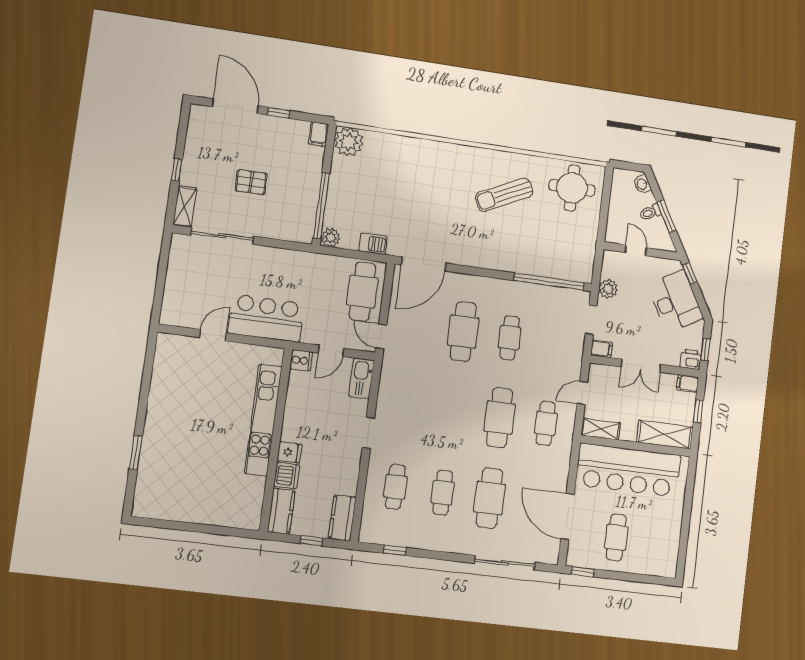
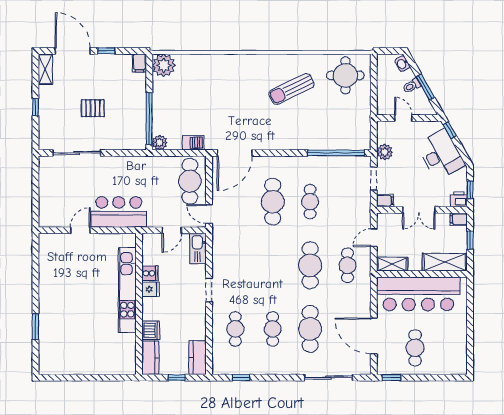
shelving: (185, 207) -> (45, 69), moved
cooker: (301, 360) -> (150, 273), moved
fridge: (289, 452) -> (151, 289), moved

